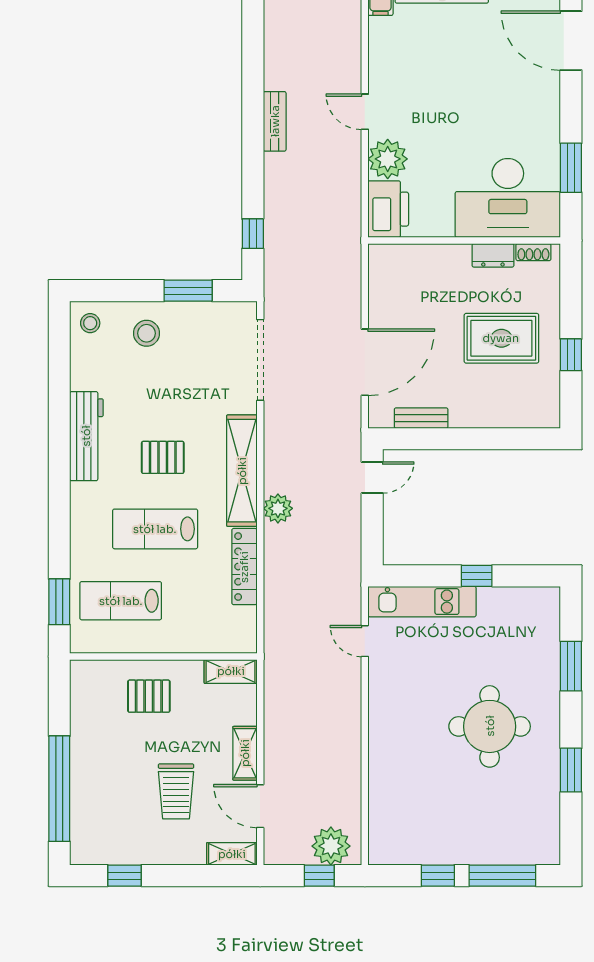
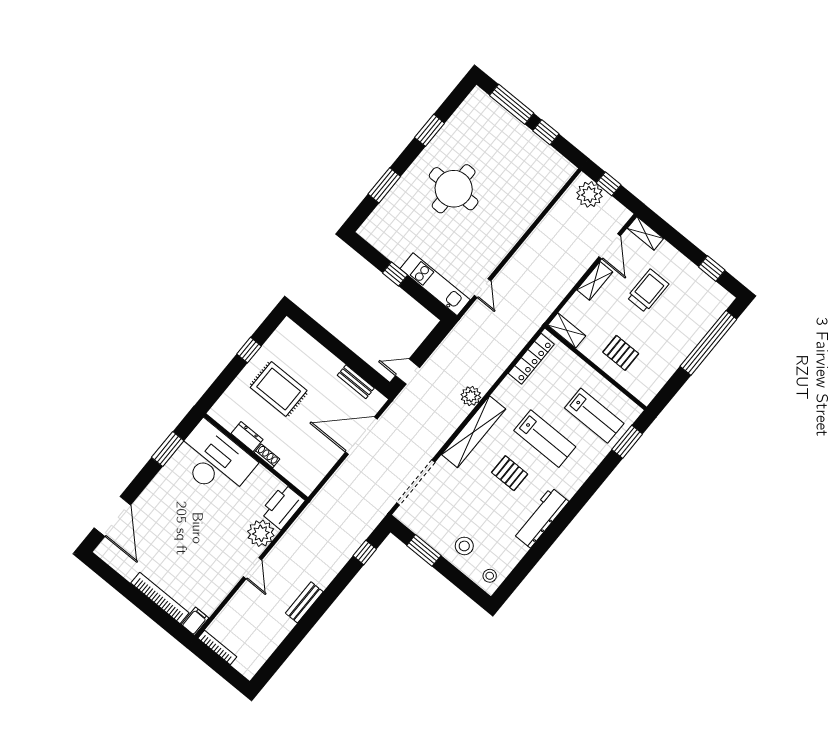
shoe rack: (533, 252) -> (267, 456), moved
locker: (244, 567) -> (531, 359), moved

